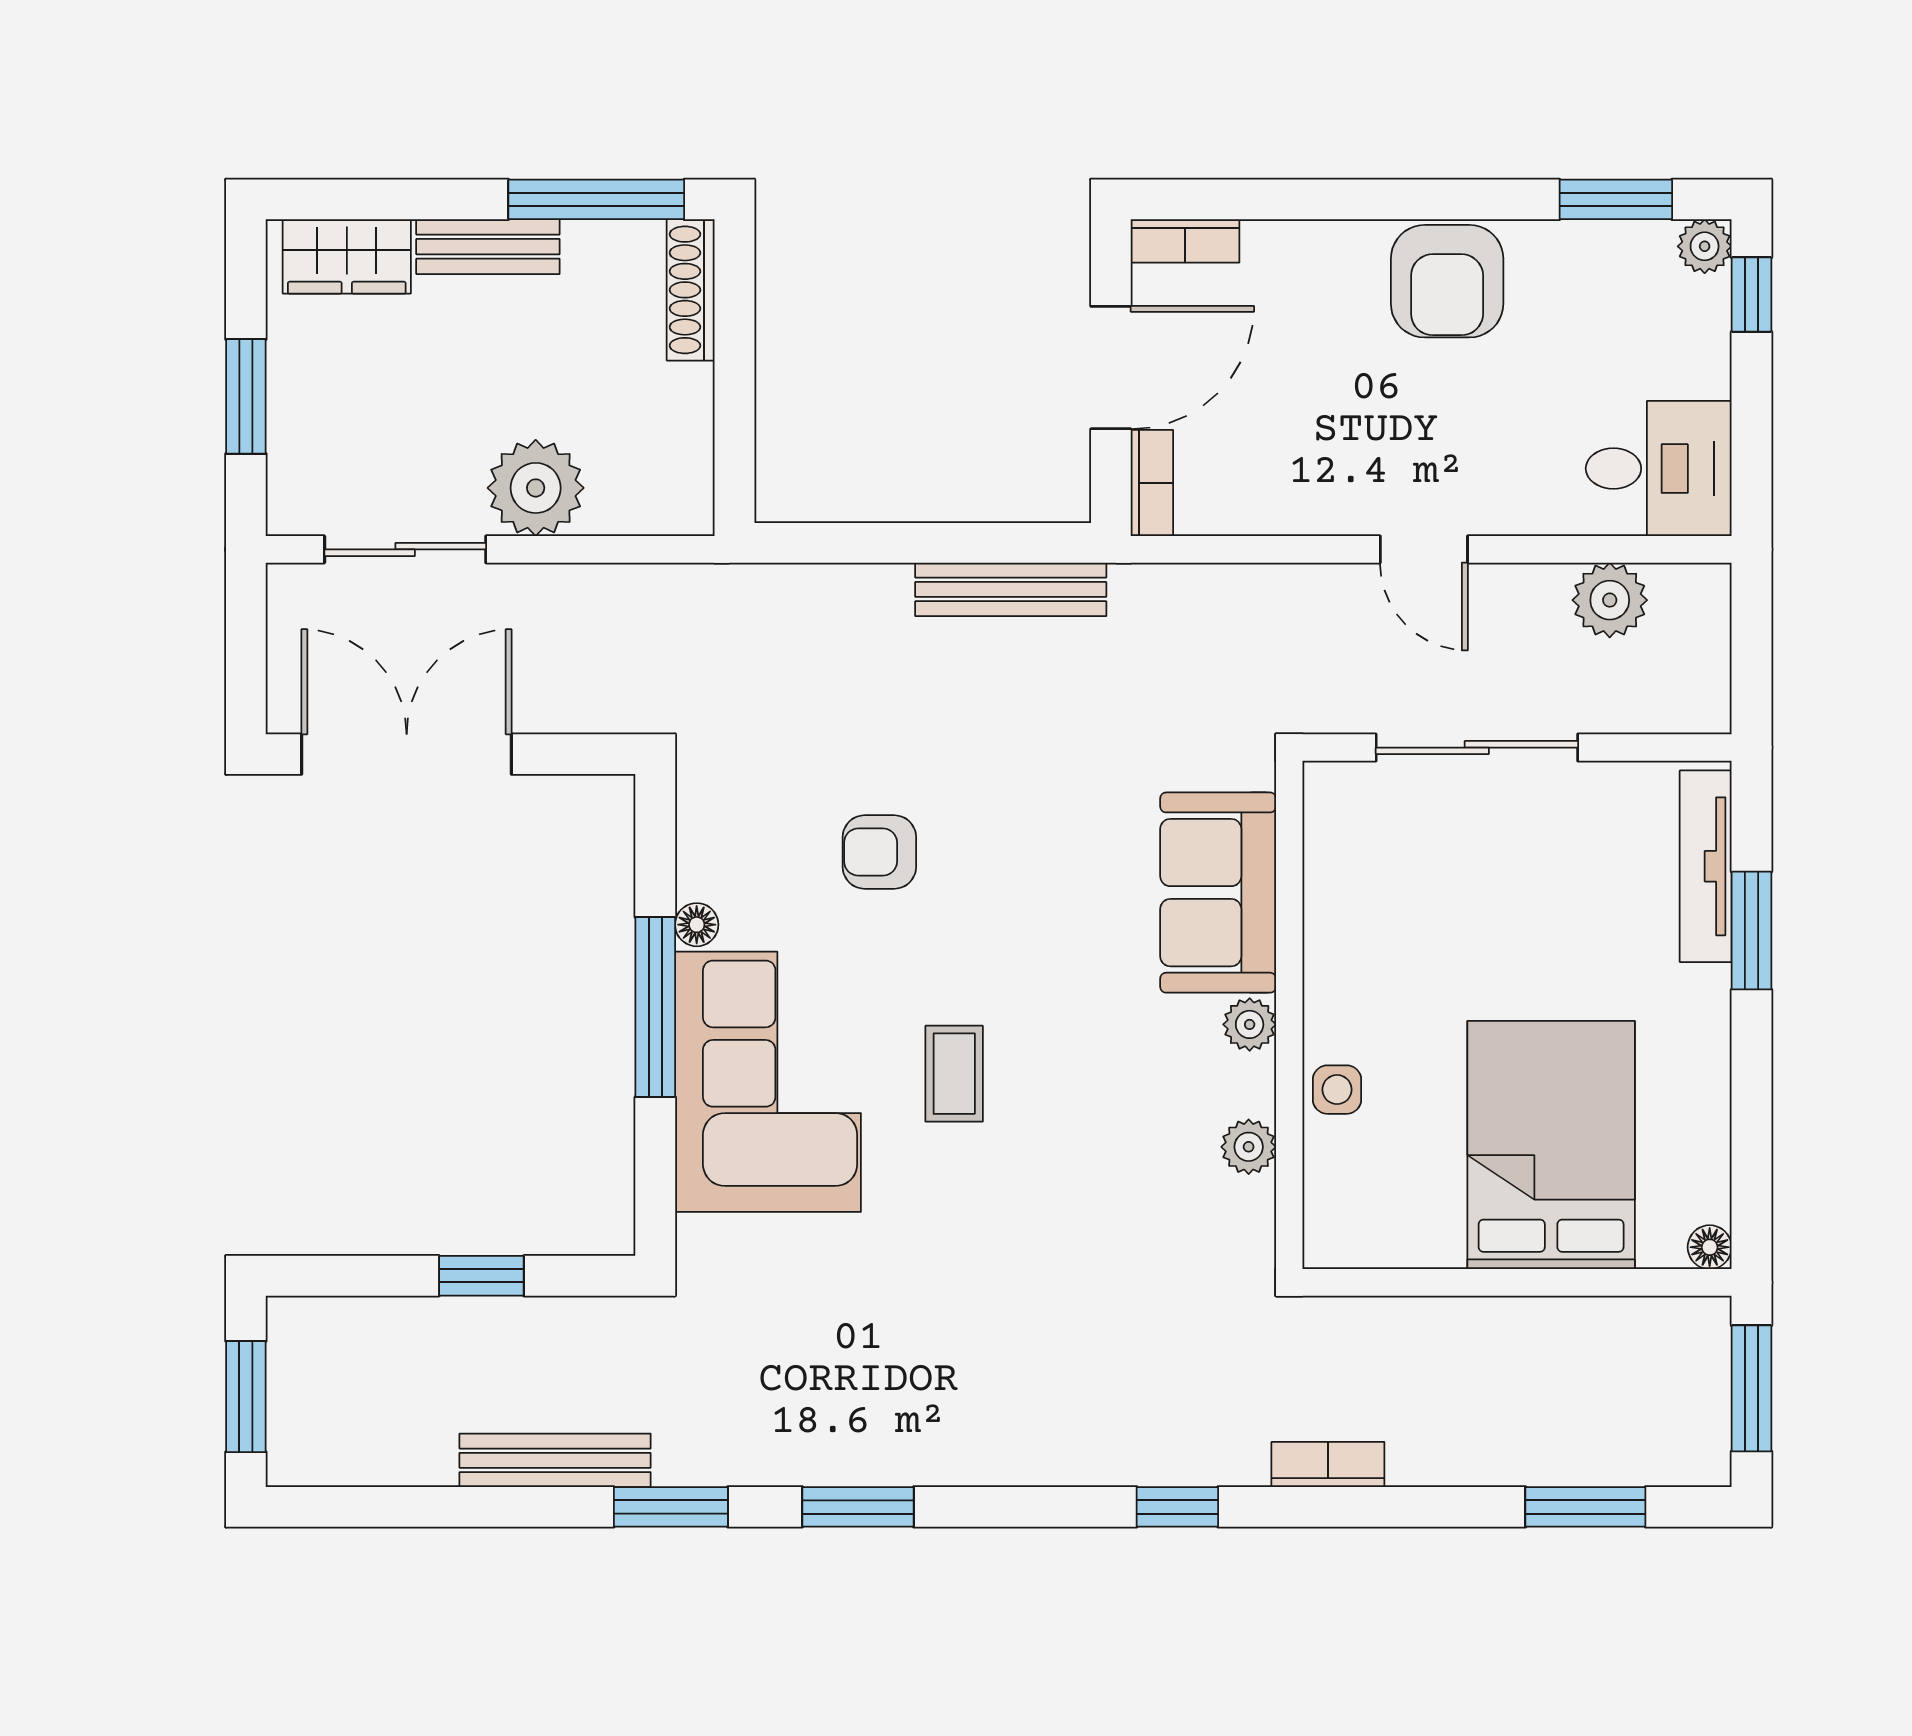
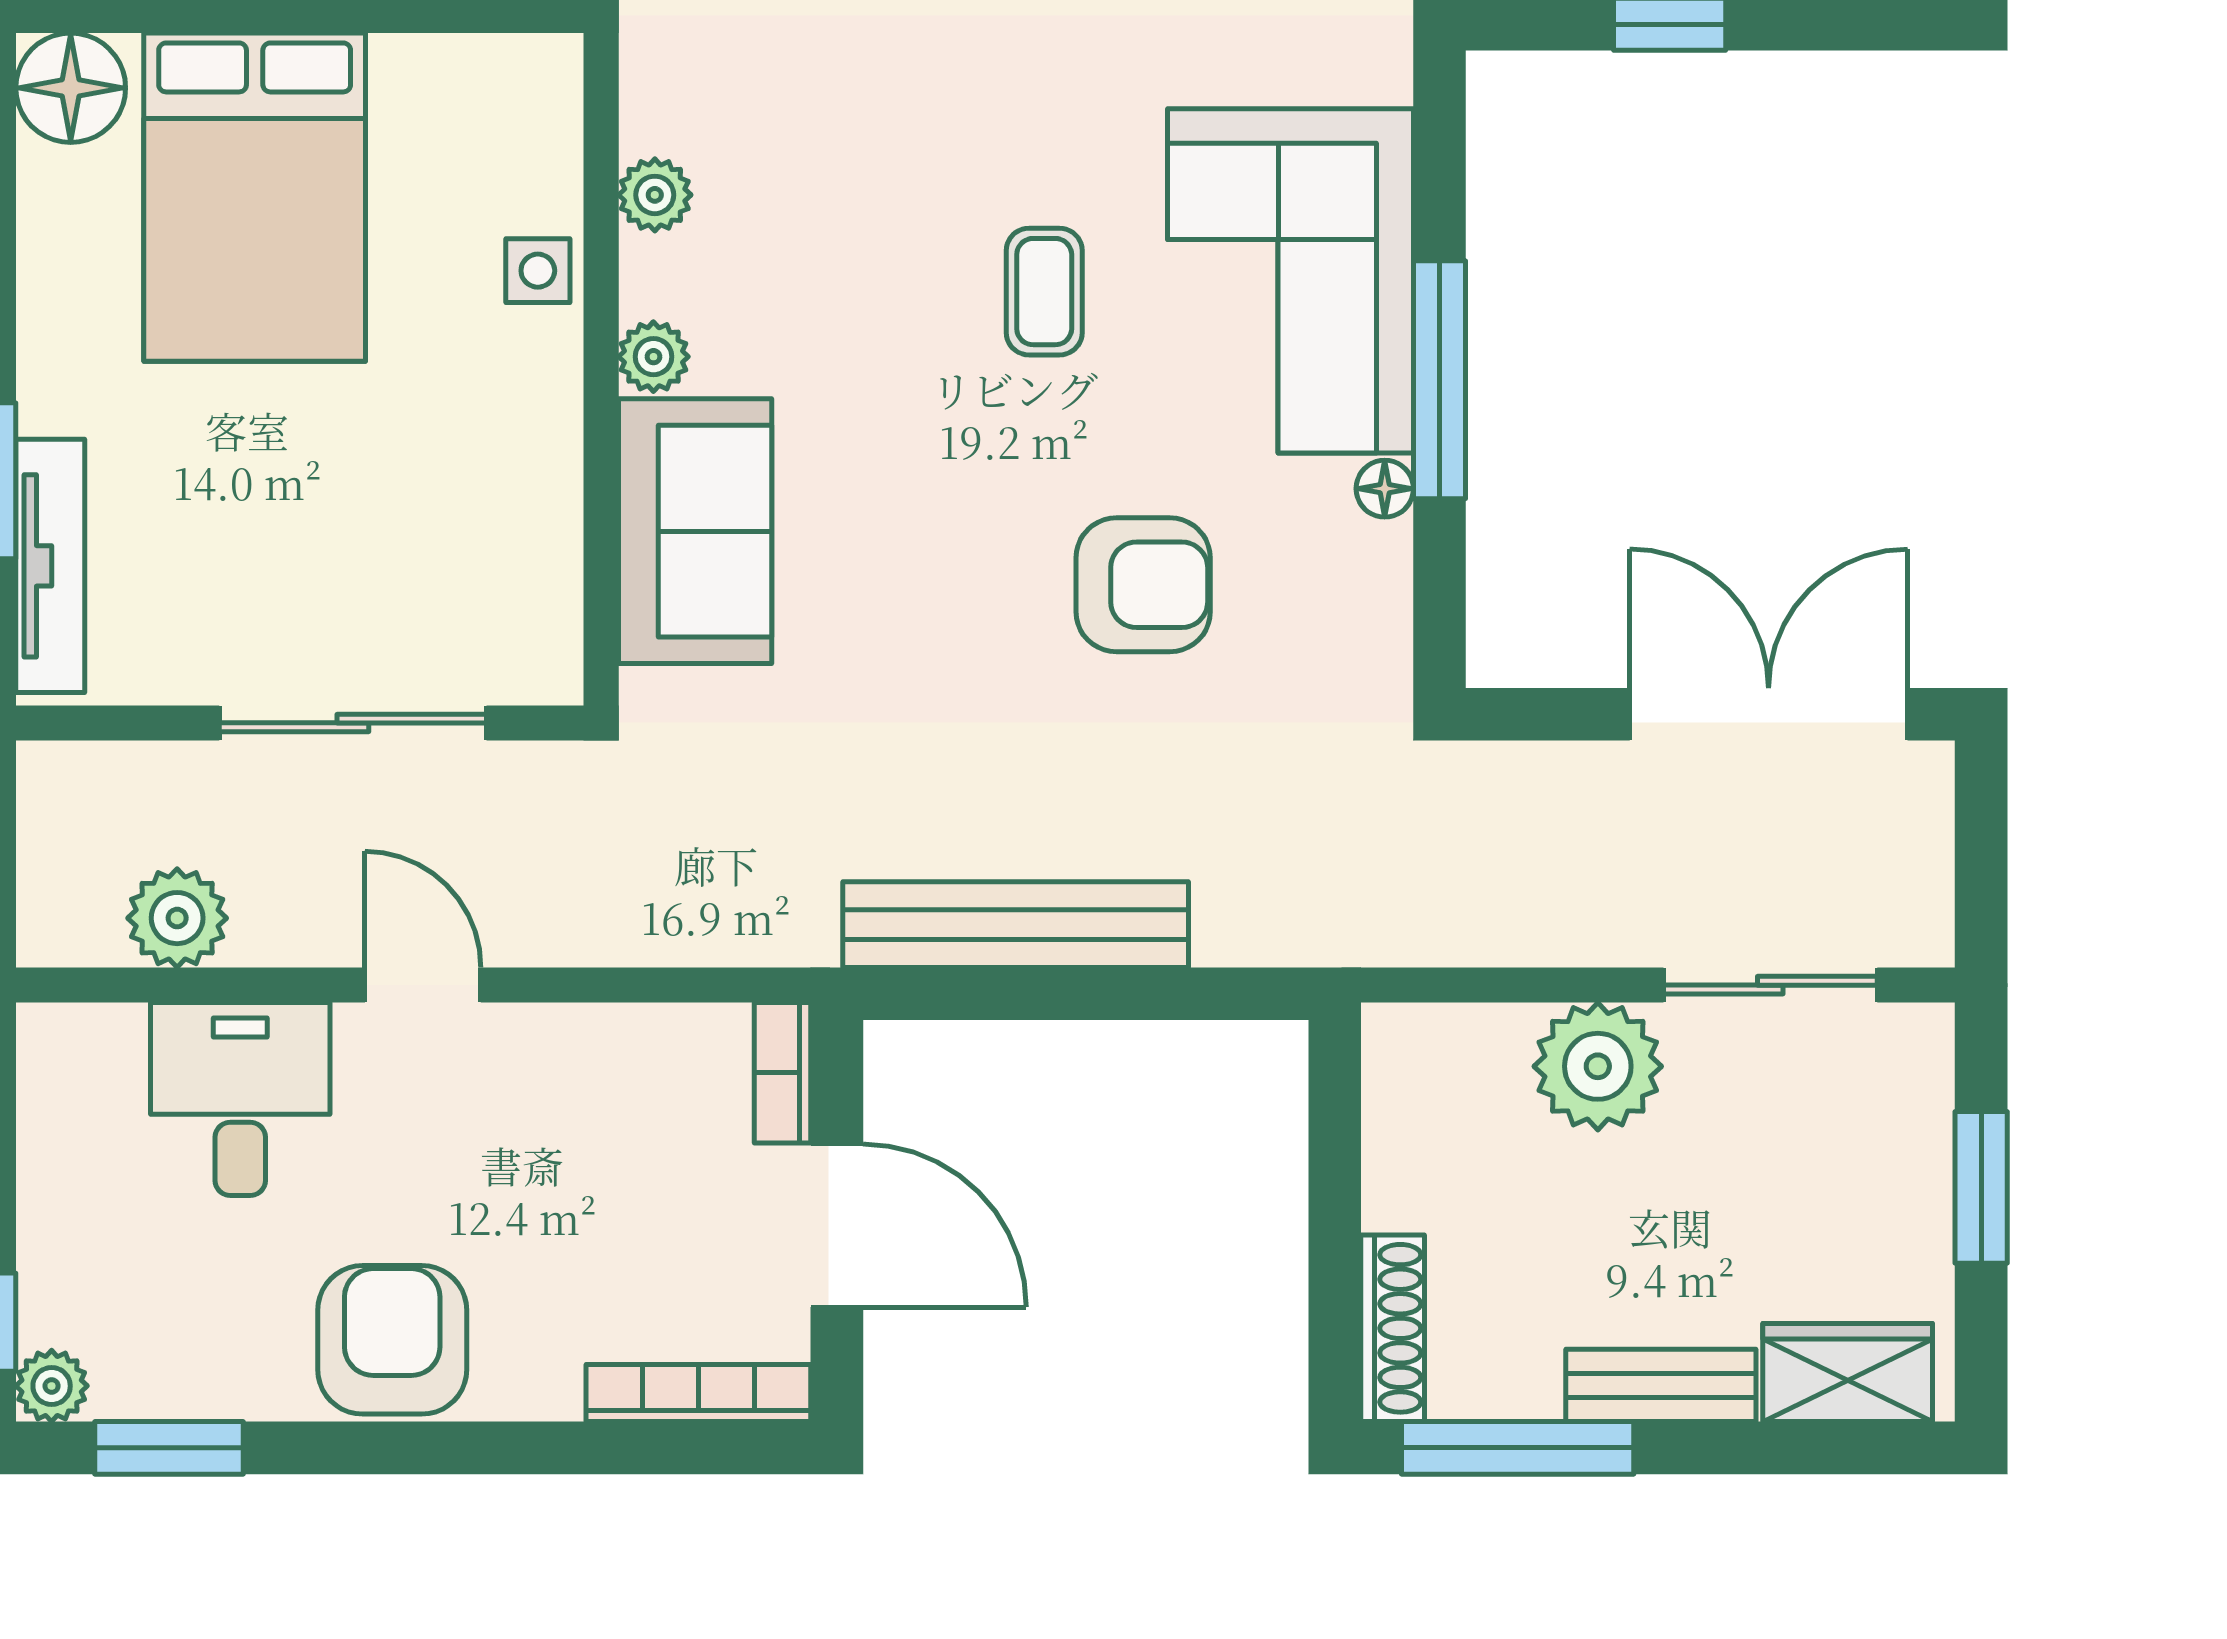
bookcase: (1185, 241) -> (698, 1393), width x1.56
door: (1111, 368) -> (837, 1226), swing flipped
desk: (1659, 469) -> (240, 1099), moved, turned 90
bench: (1011, 589) -> (1016, 925), width x1.37, depth x1.21
double door: (407, 754) -> (1769, 714), swing flipped
armchair: (879, 852) -> (1143, 585), width x1.38, depth x1.38
floor lamp: (1710, 1247) -> (71, 88), width x1.89, depth x1.89

